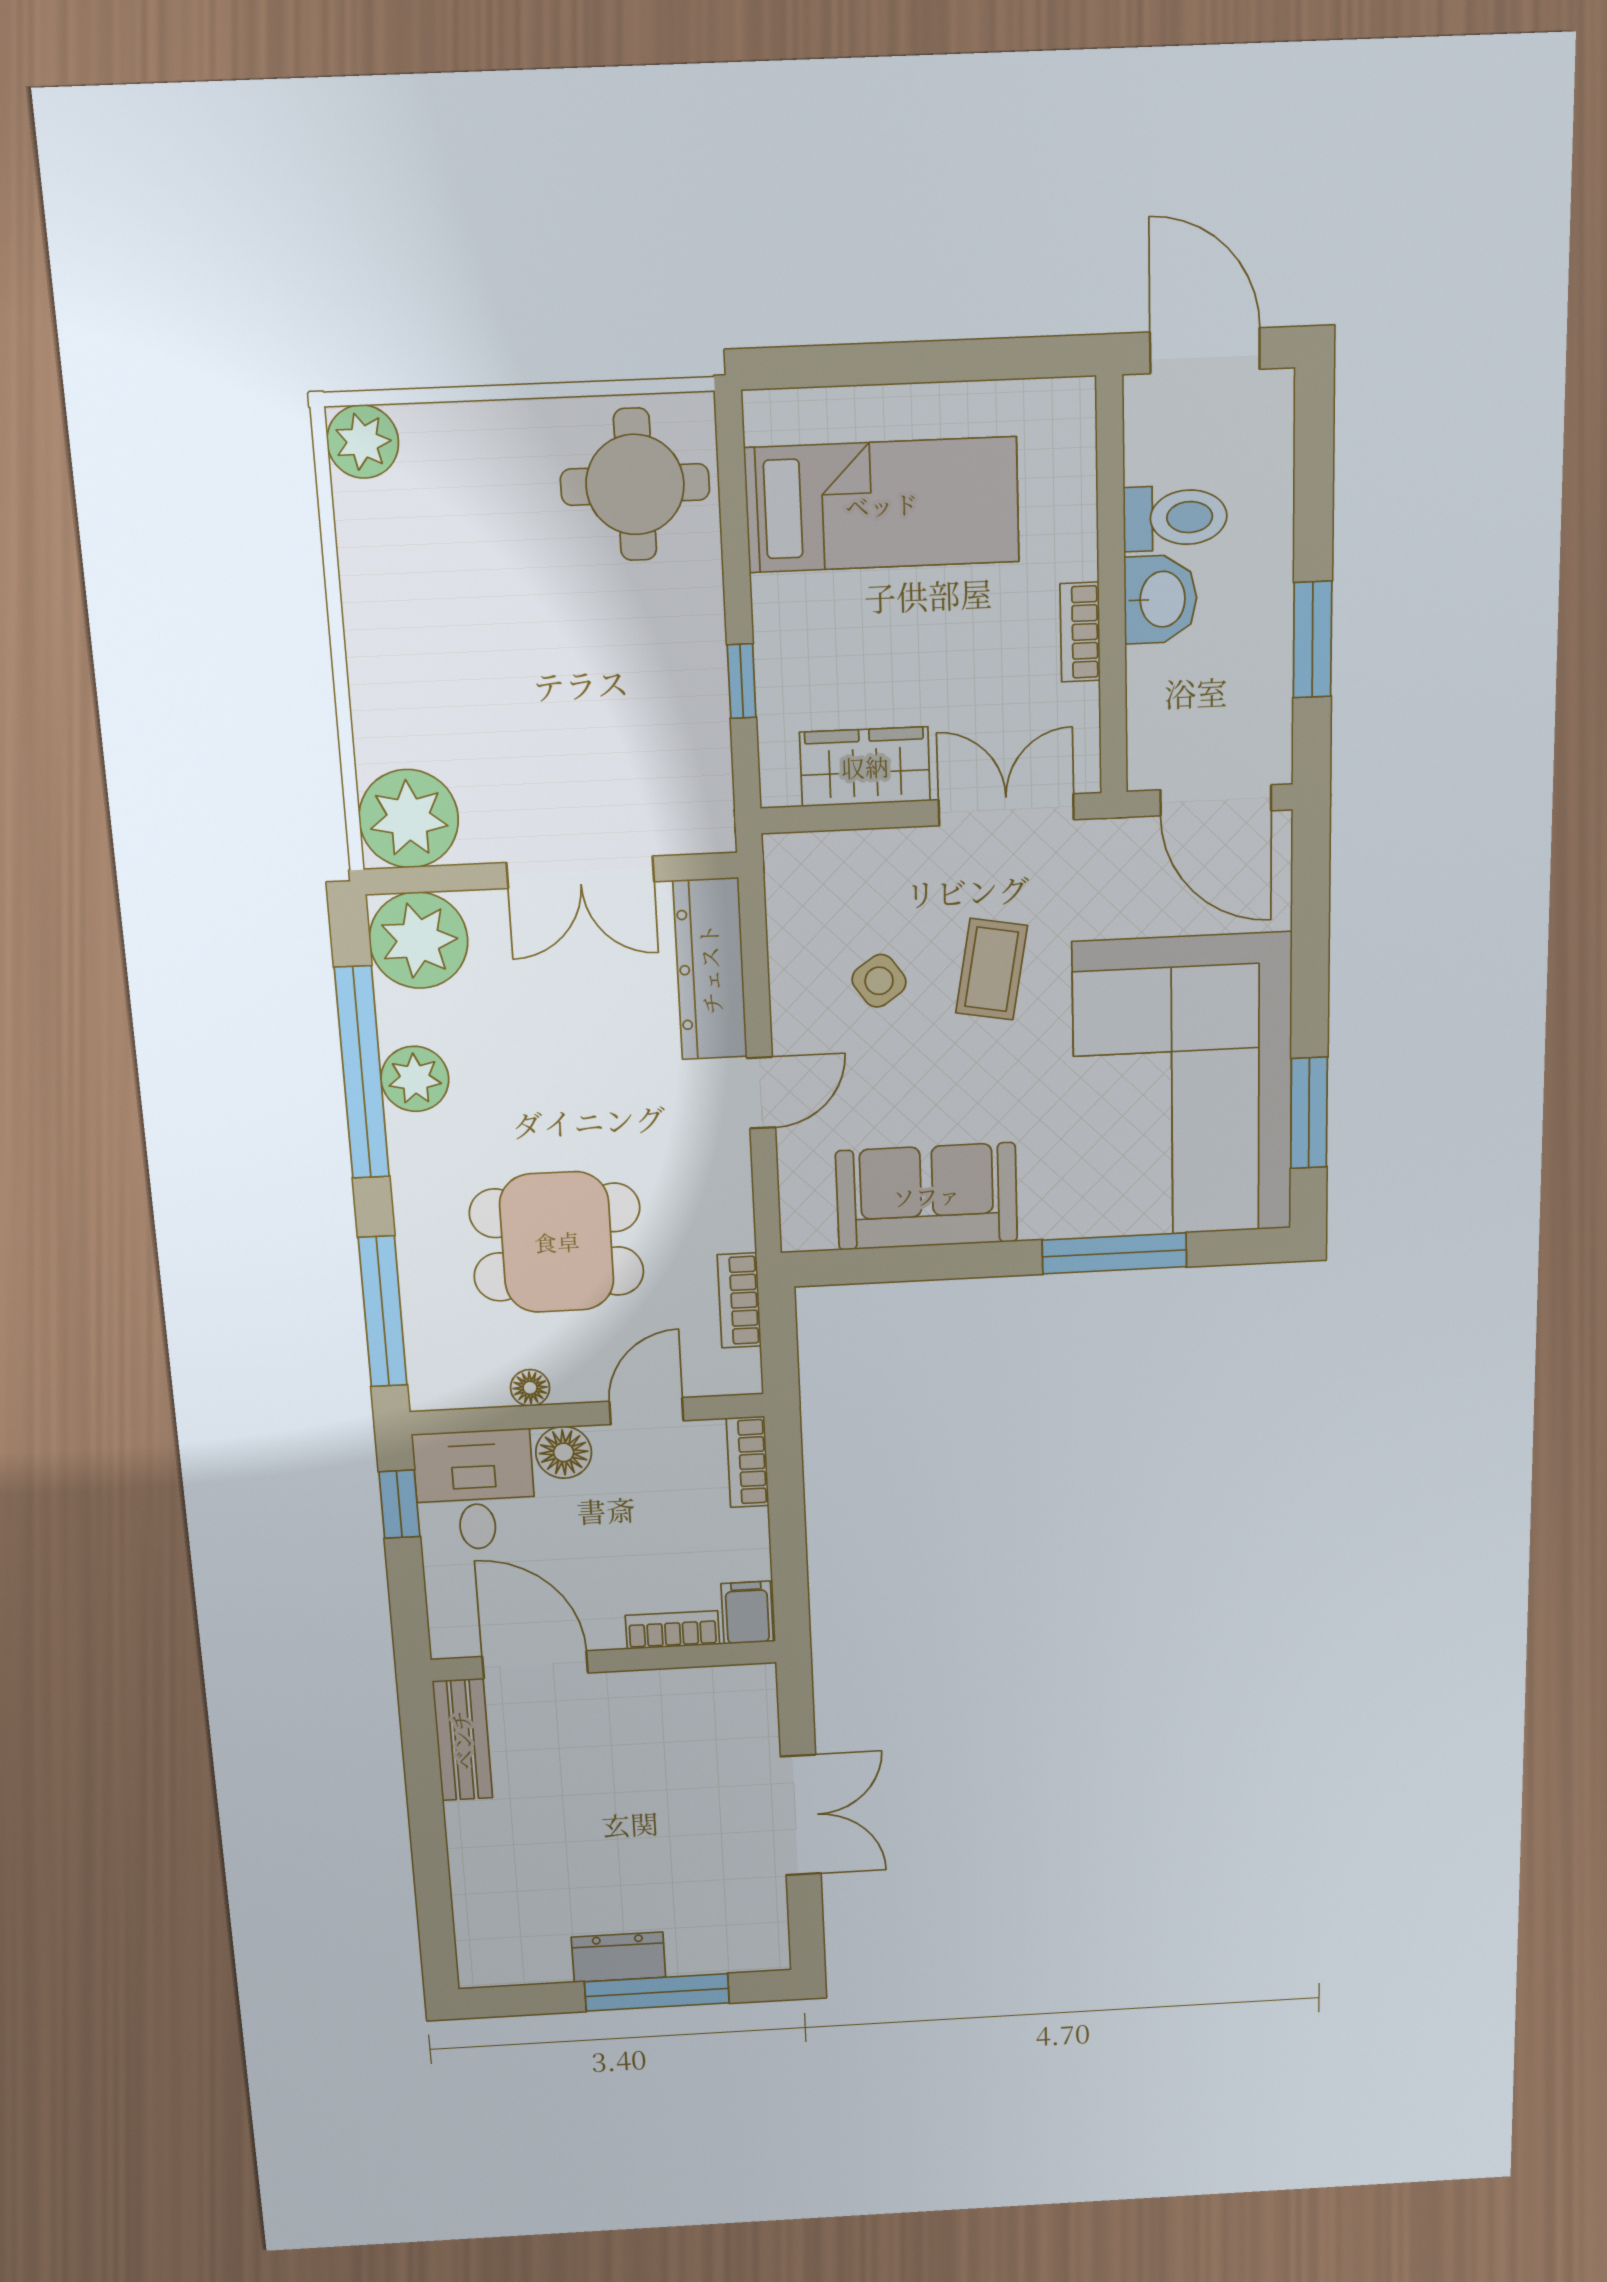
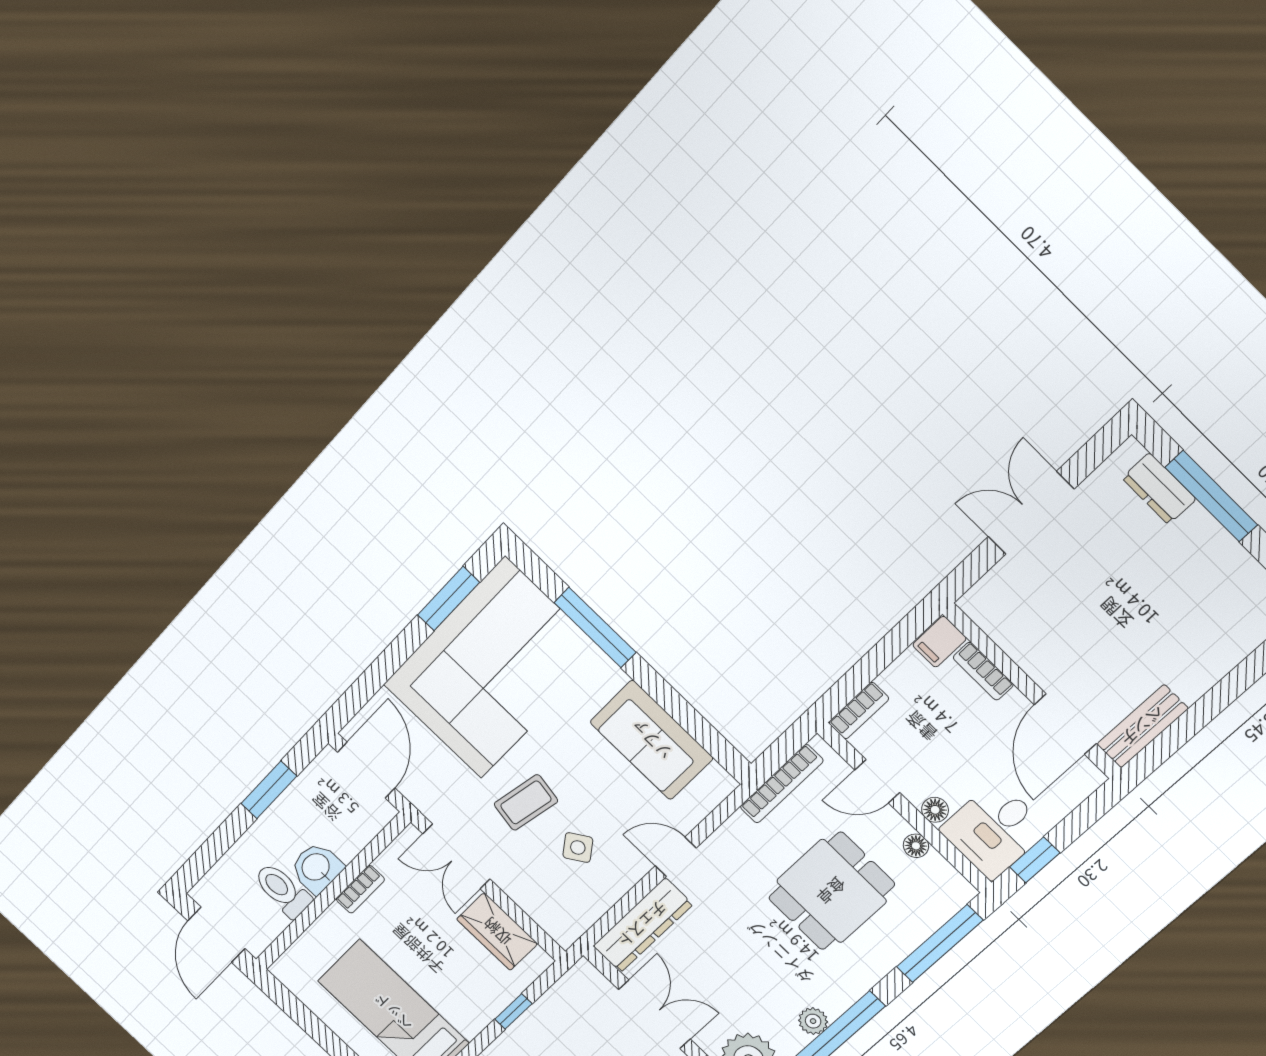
plant: (415, 1079) -> (813, 1021), width x0.73, depth x0.73
dining table: (557, 1242) -> (832, 891), turned 90
bookcase: (739, 1300) -> (782, 784), width x1.56
floor lamp: (564, 1452) -> (935, 810), width x0.73, depth x0.73
dresser: (619, 1957) -> (1159, 489), moved

